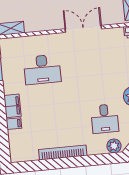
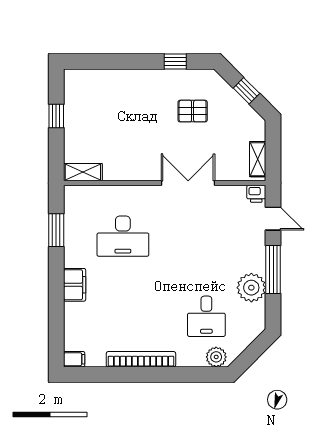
filing cabinet: (14, 124) -> (74, 359), moved

